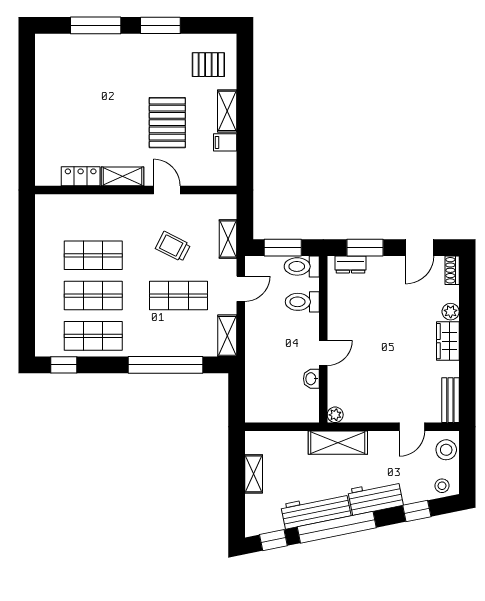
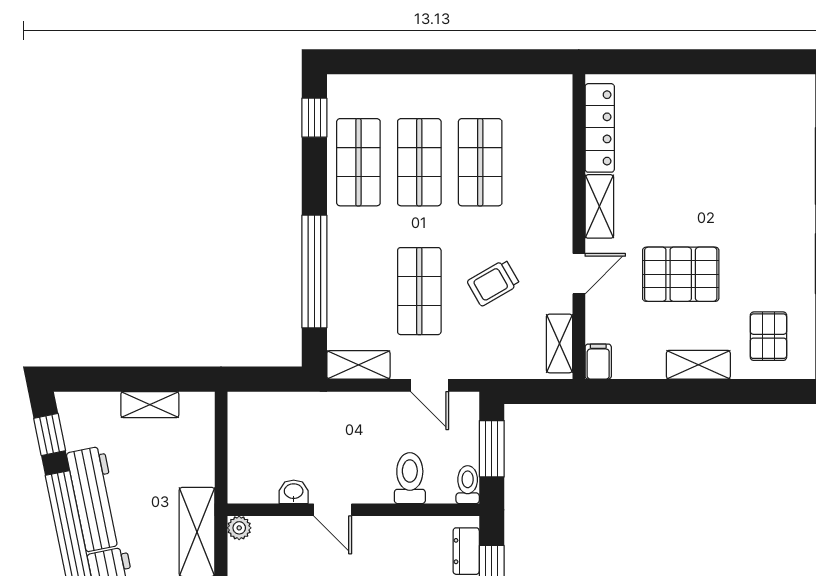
filing cabinet: (225, 142) -> (598, 362), moved
locker: (81, 176) -> (600, 128), width x1.53
shelving: (228, 239) -> (559, 343), moved, turned 90
trolley: (173, 247) -> (493, 283), turned -147
toilet: (302, 266) -> (468, 485), width x0.73, depth x0.72

